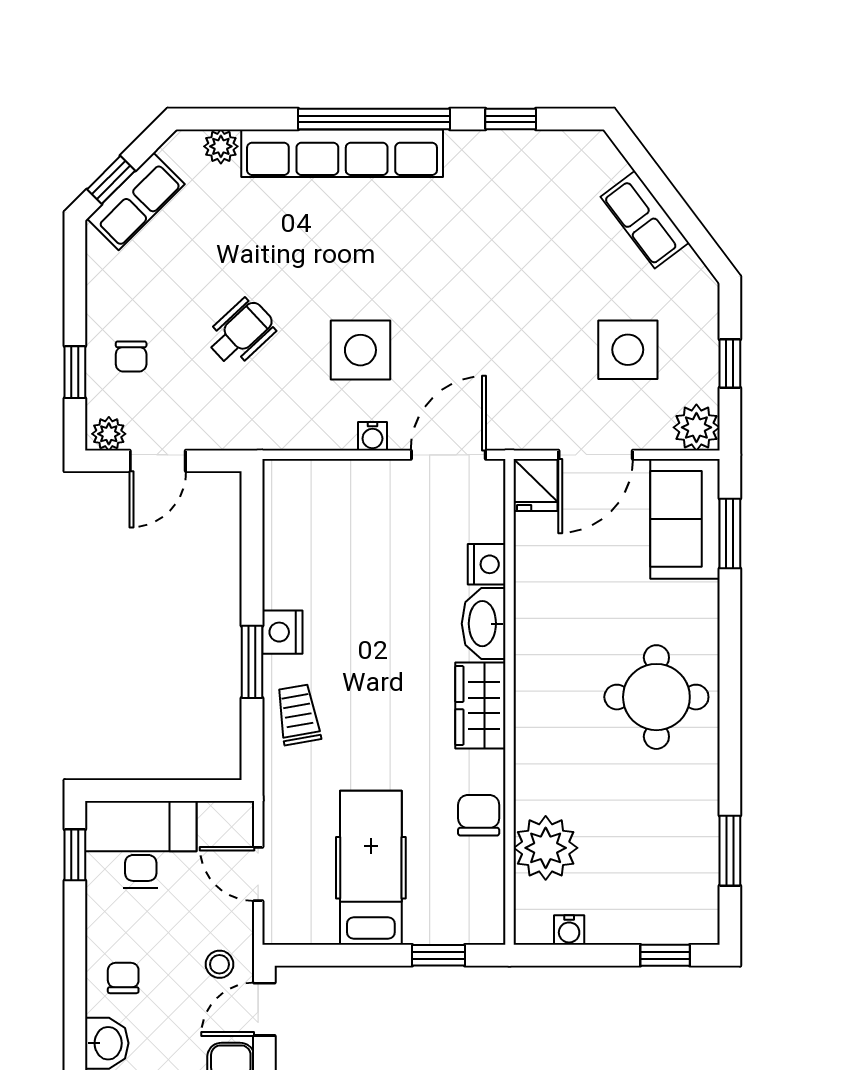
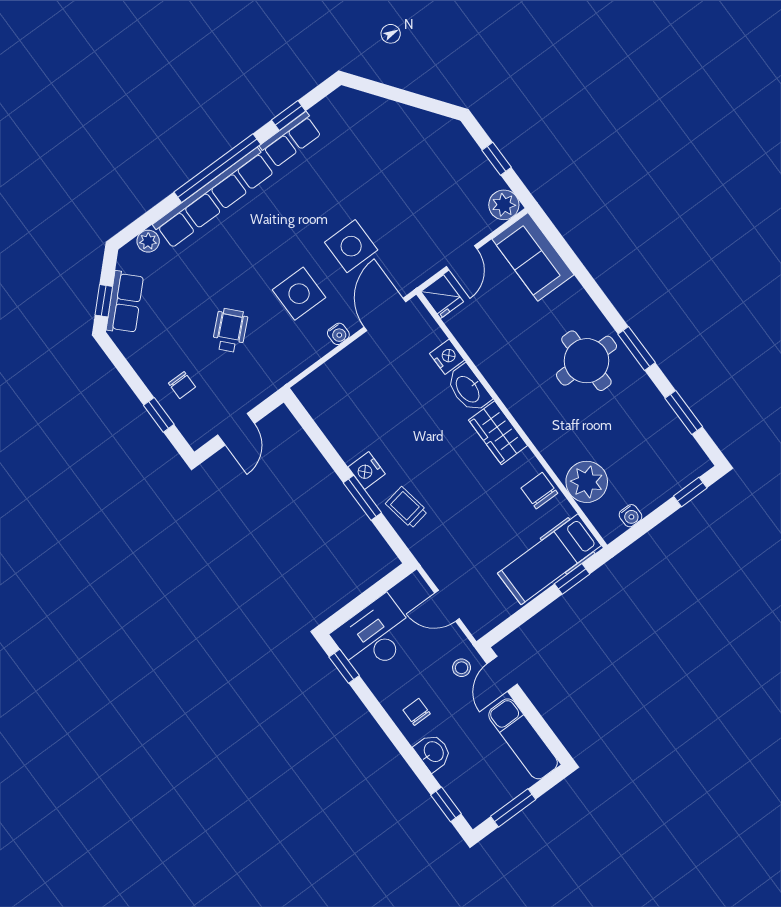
row of seats: (645, 220) -> (291, 140), moved, turned -53
side table: (628, 350) -> (351, 246), moved
plant: (109, 434) -> (200, 434), removed
door: (596, 455) -> (462, 258), width x0.73
window: (730, 533) -> (637, 348), moved
hospital bed: (371, 868) -> (549, 559), moved, turned -90

